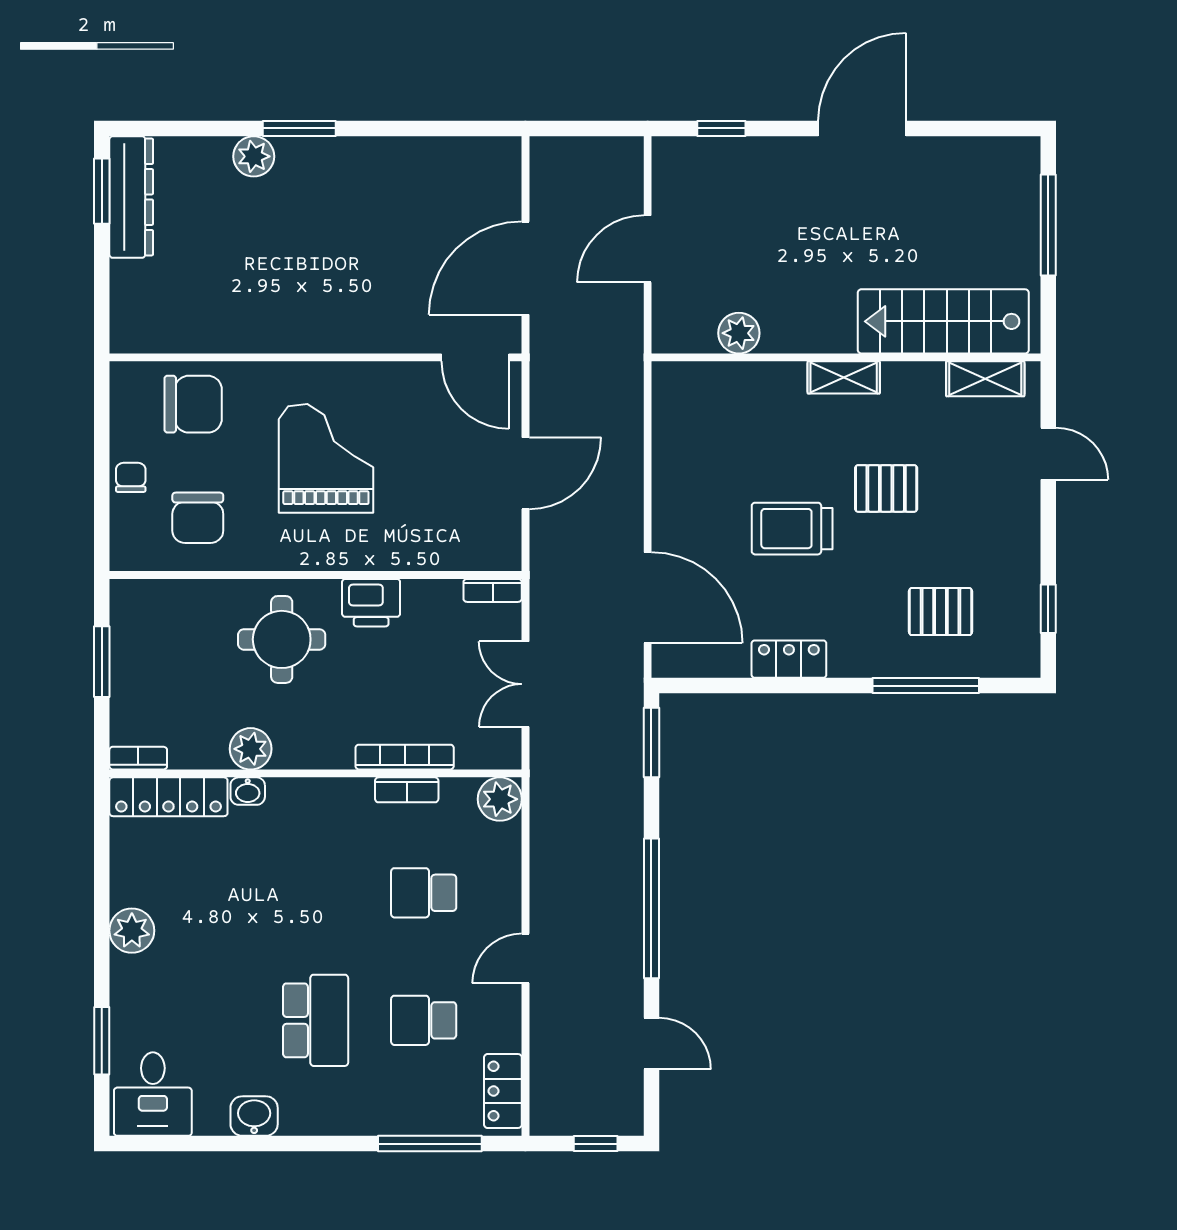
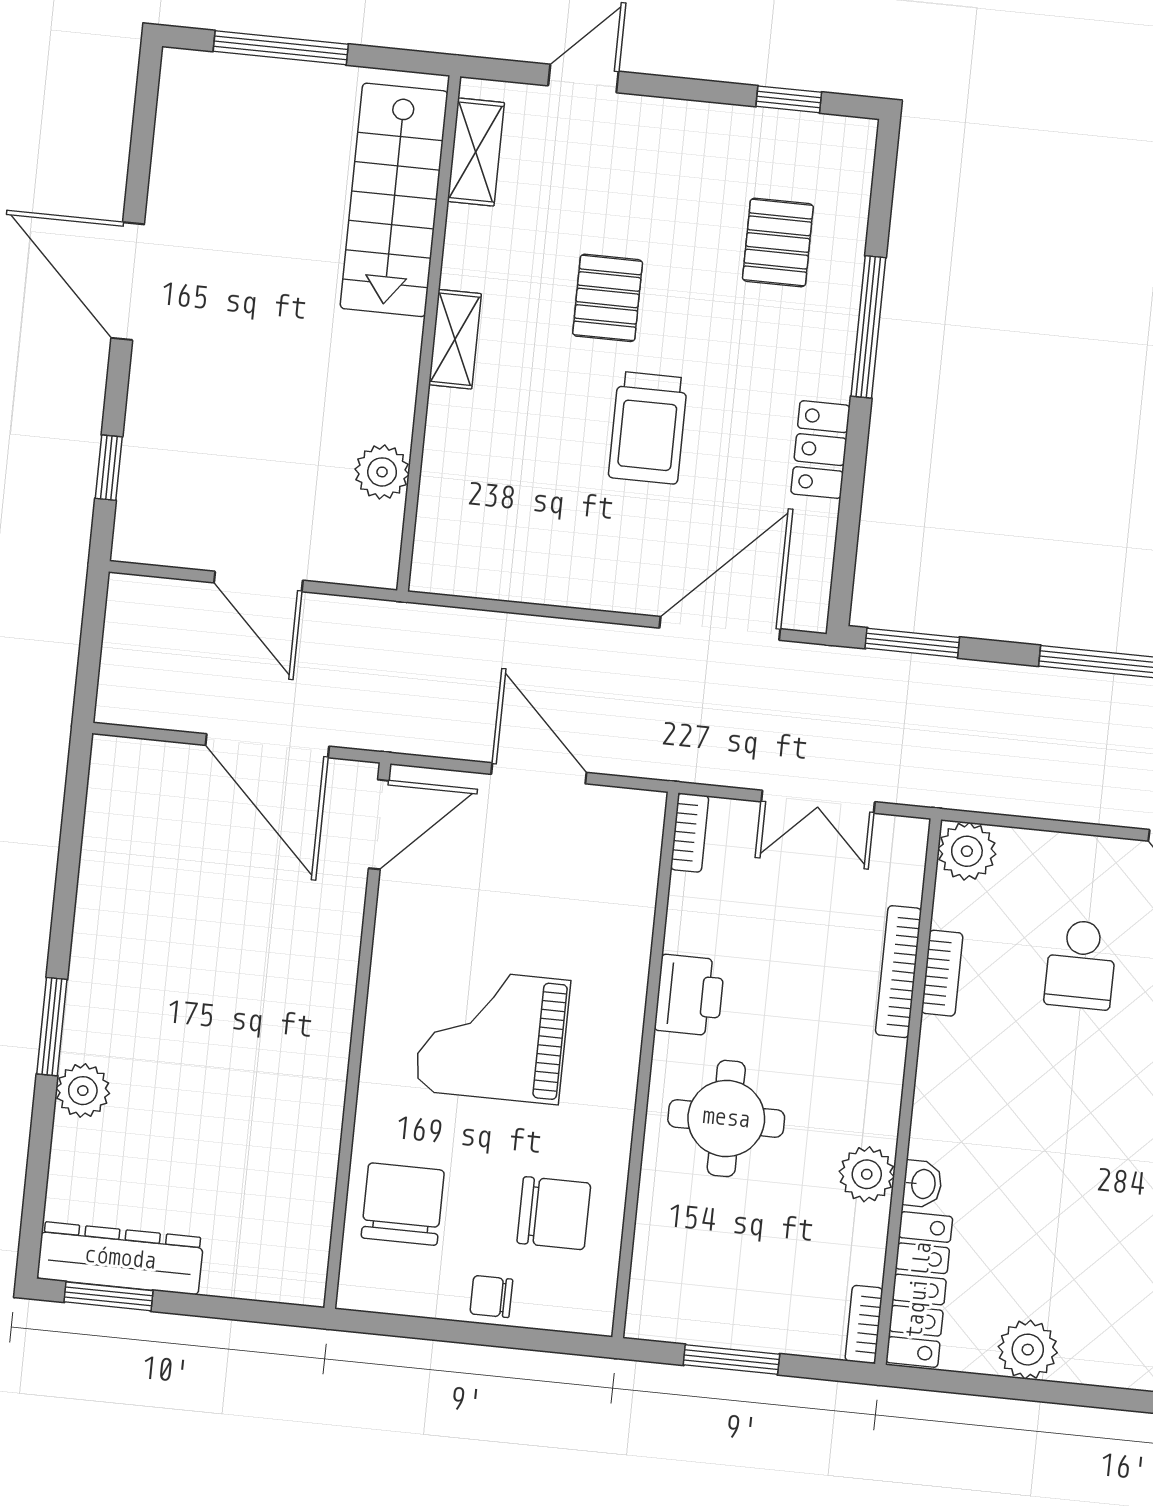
window: (926, 686) -> (868, 327), moved
plant: (132, 931) -> (1028, 1350), moved

